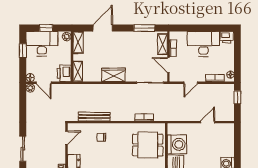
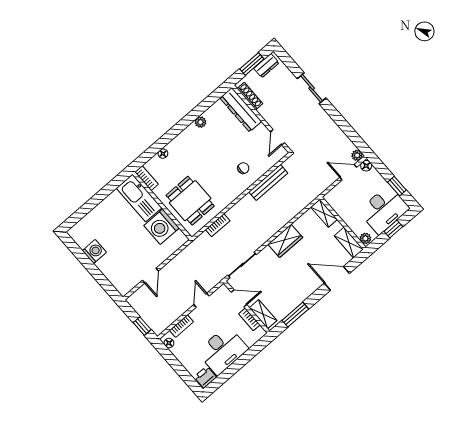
door: (103, 28) -> (337, 278), swing flipped
printer: (64, 73) -> (336, 199), removed
dining table: (148, 145) -> (190, 201), turned 90

